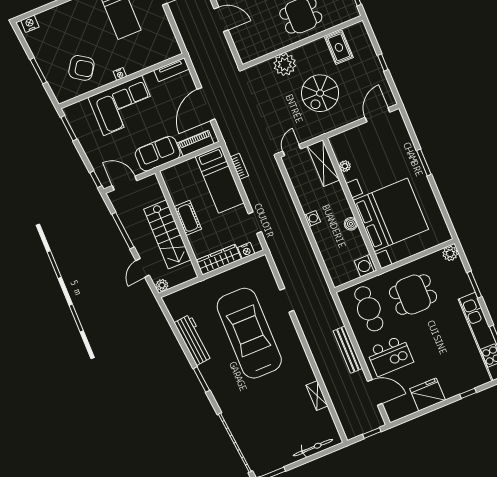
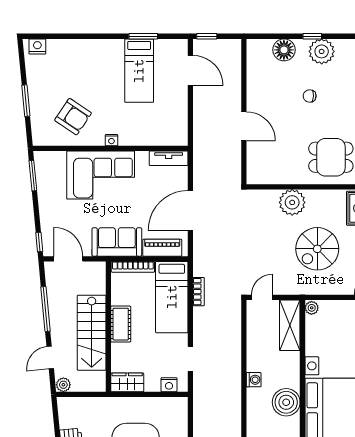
plant: (345, 166) -> (312, 308), moved
bookcase: (179, 168) -> (133, 267), added
boiler: (351, 224) -> (286, 402), width x1.86, depth x1.86
wardrobe: (219, 260) -> (127, 382), width x0.67

